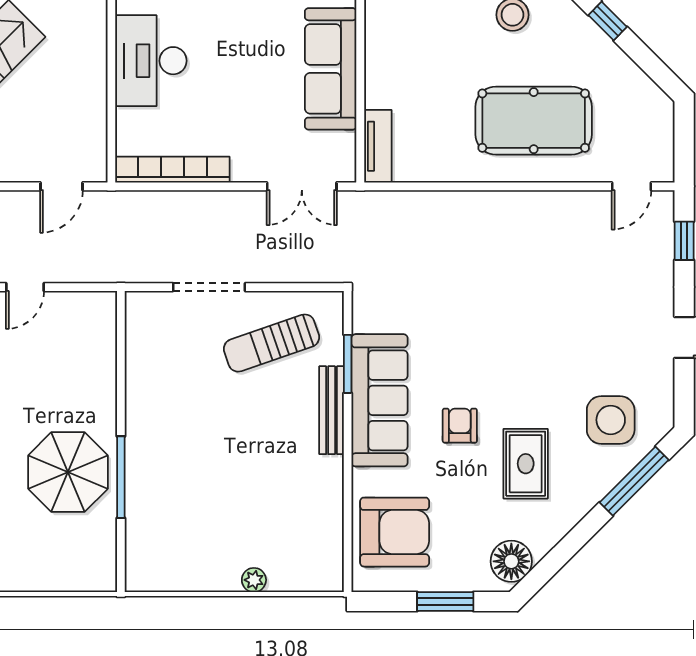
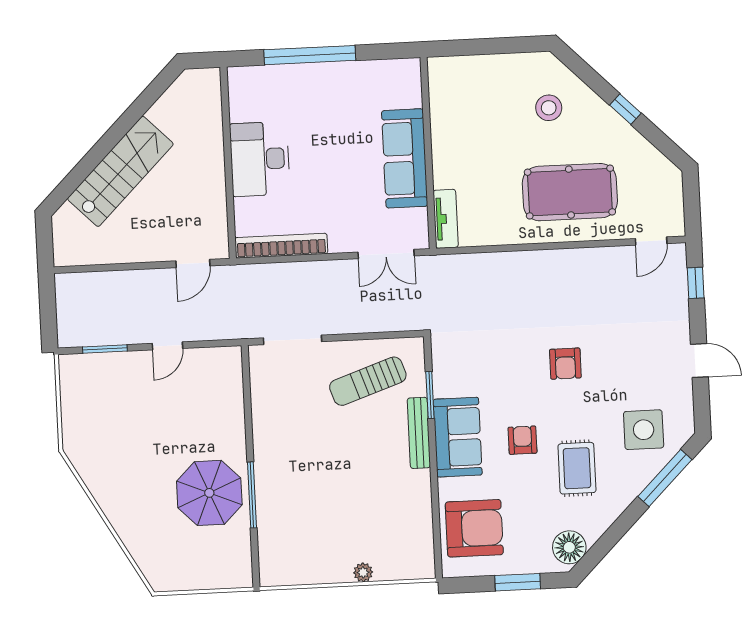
doorway: (209, 287) -> (293, 340), moved
armchair: (518, 333) -> (565, 364), added
sofa: (380, 400) -> (458, 437), width x0.73

